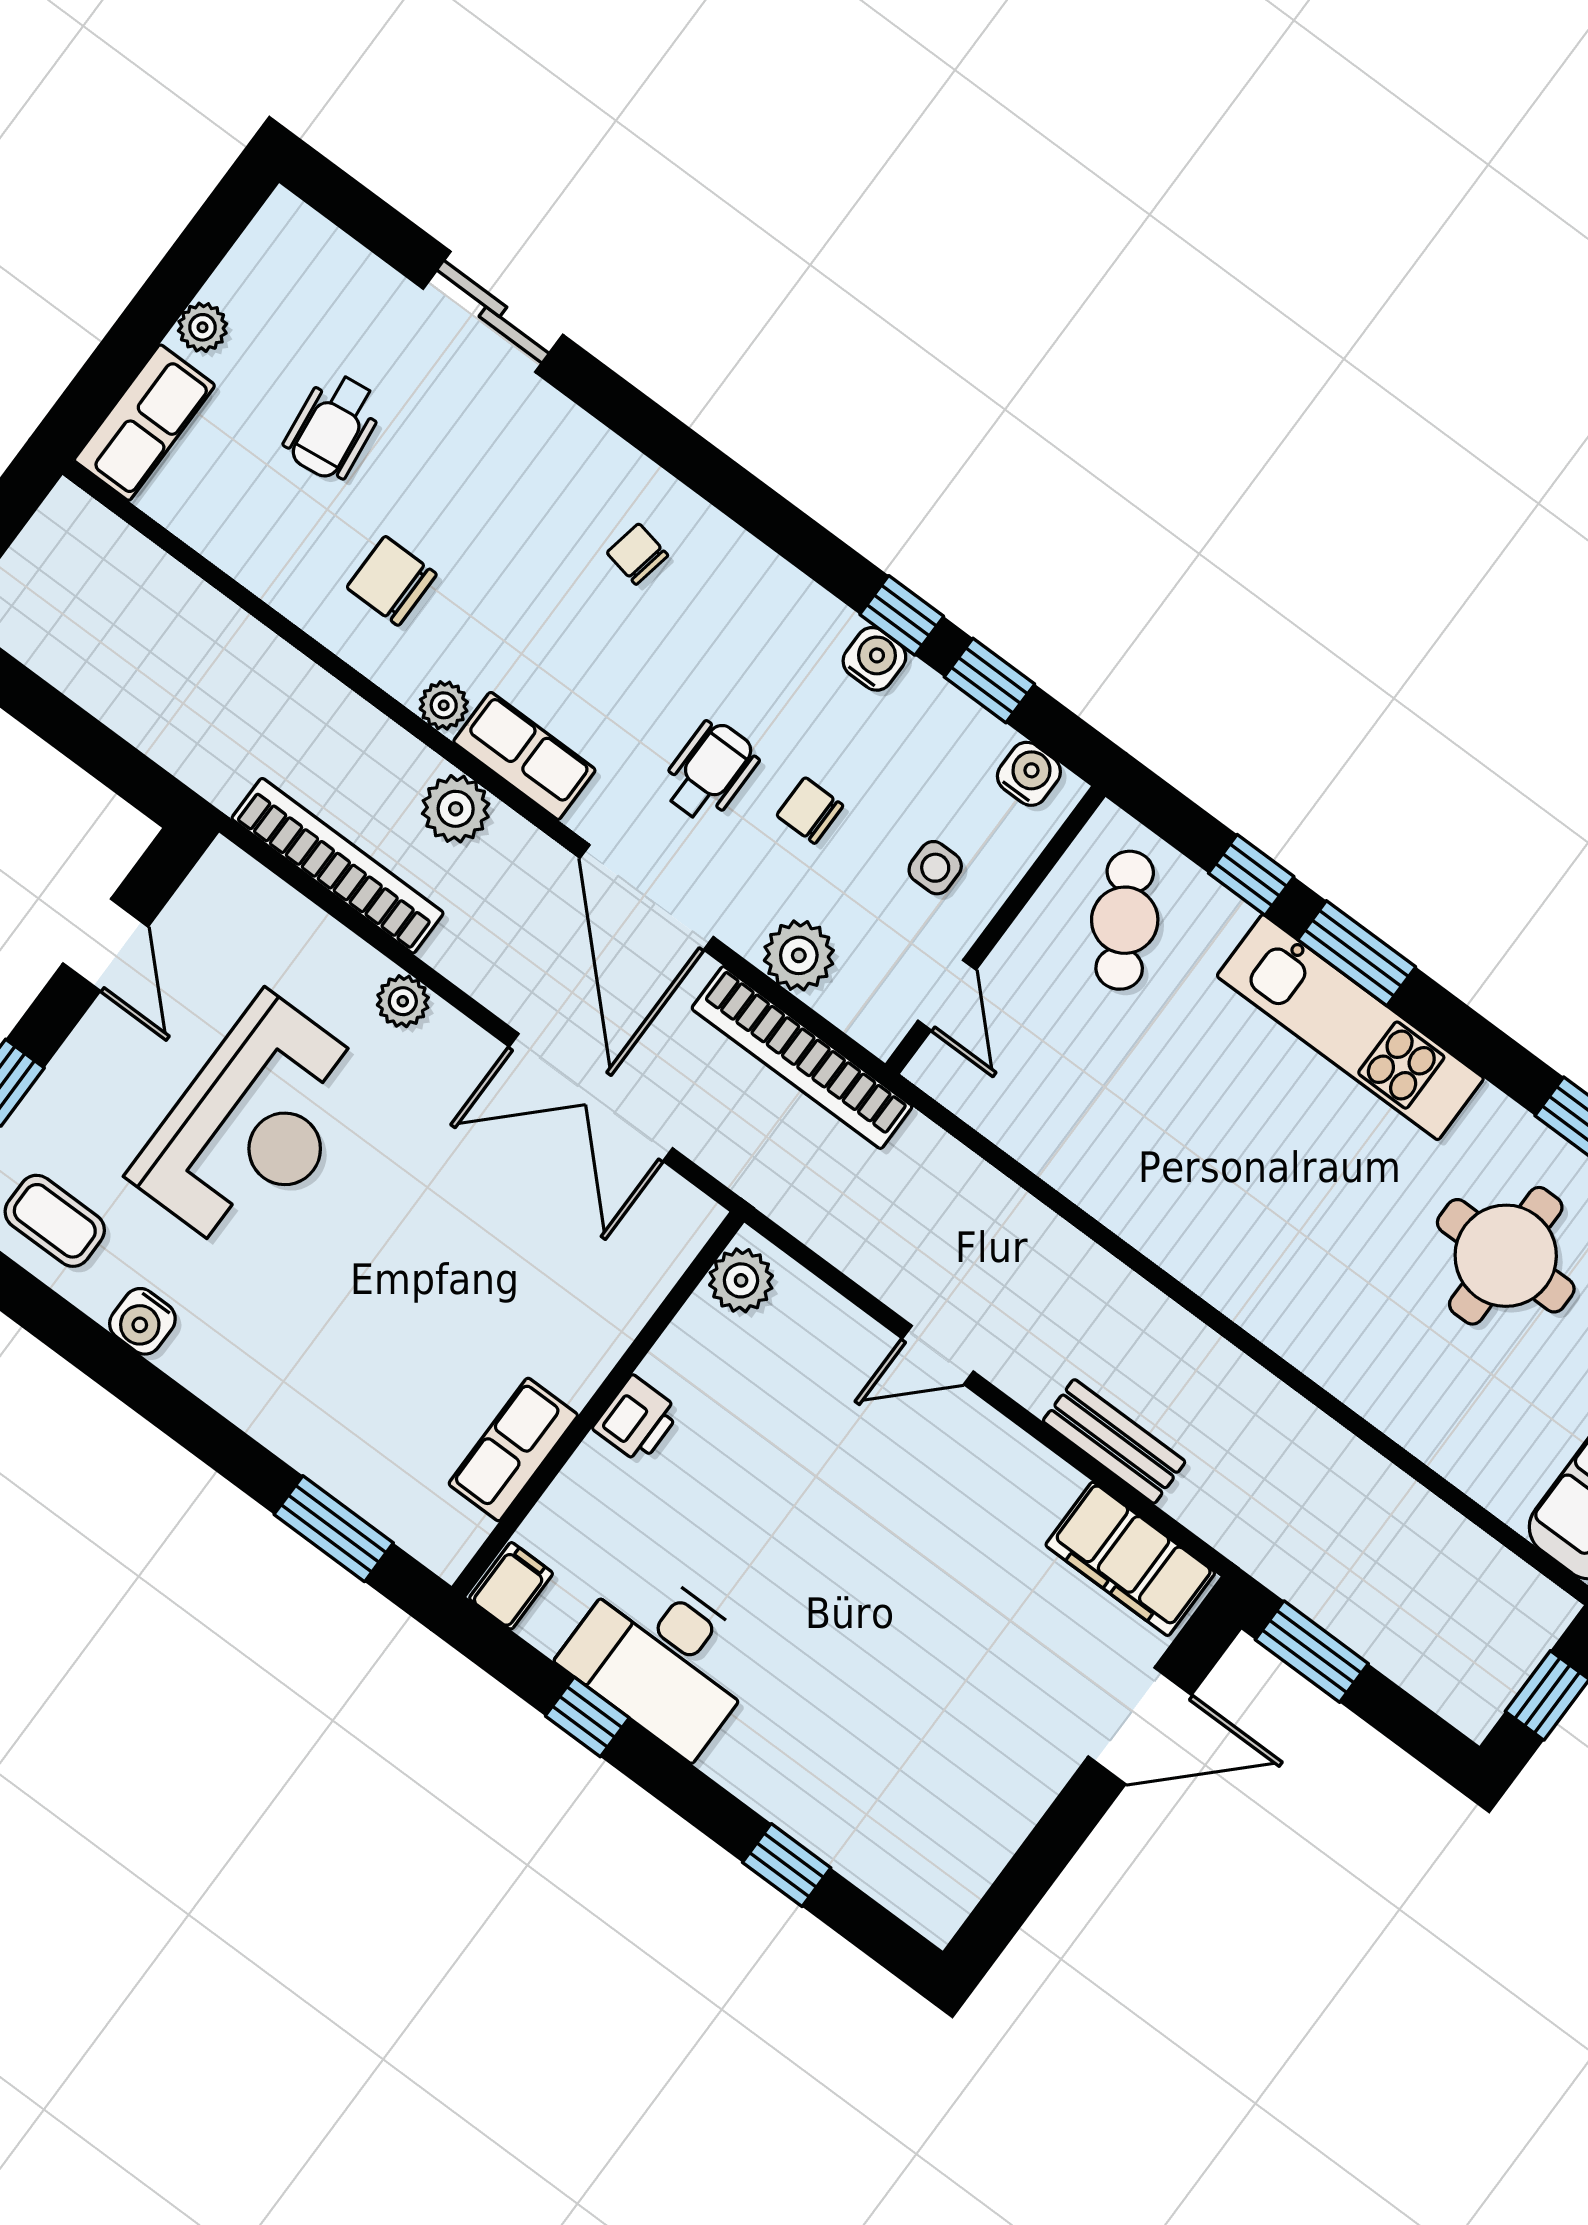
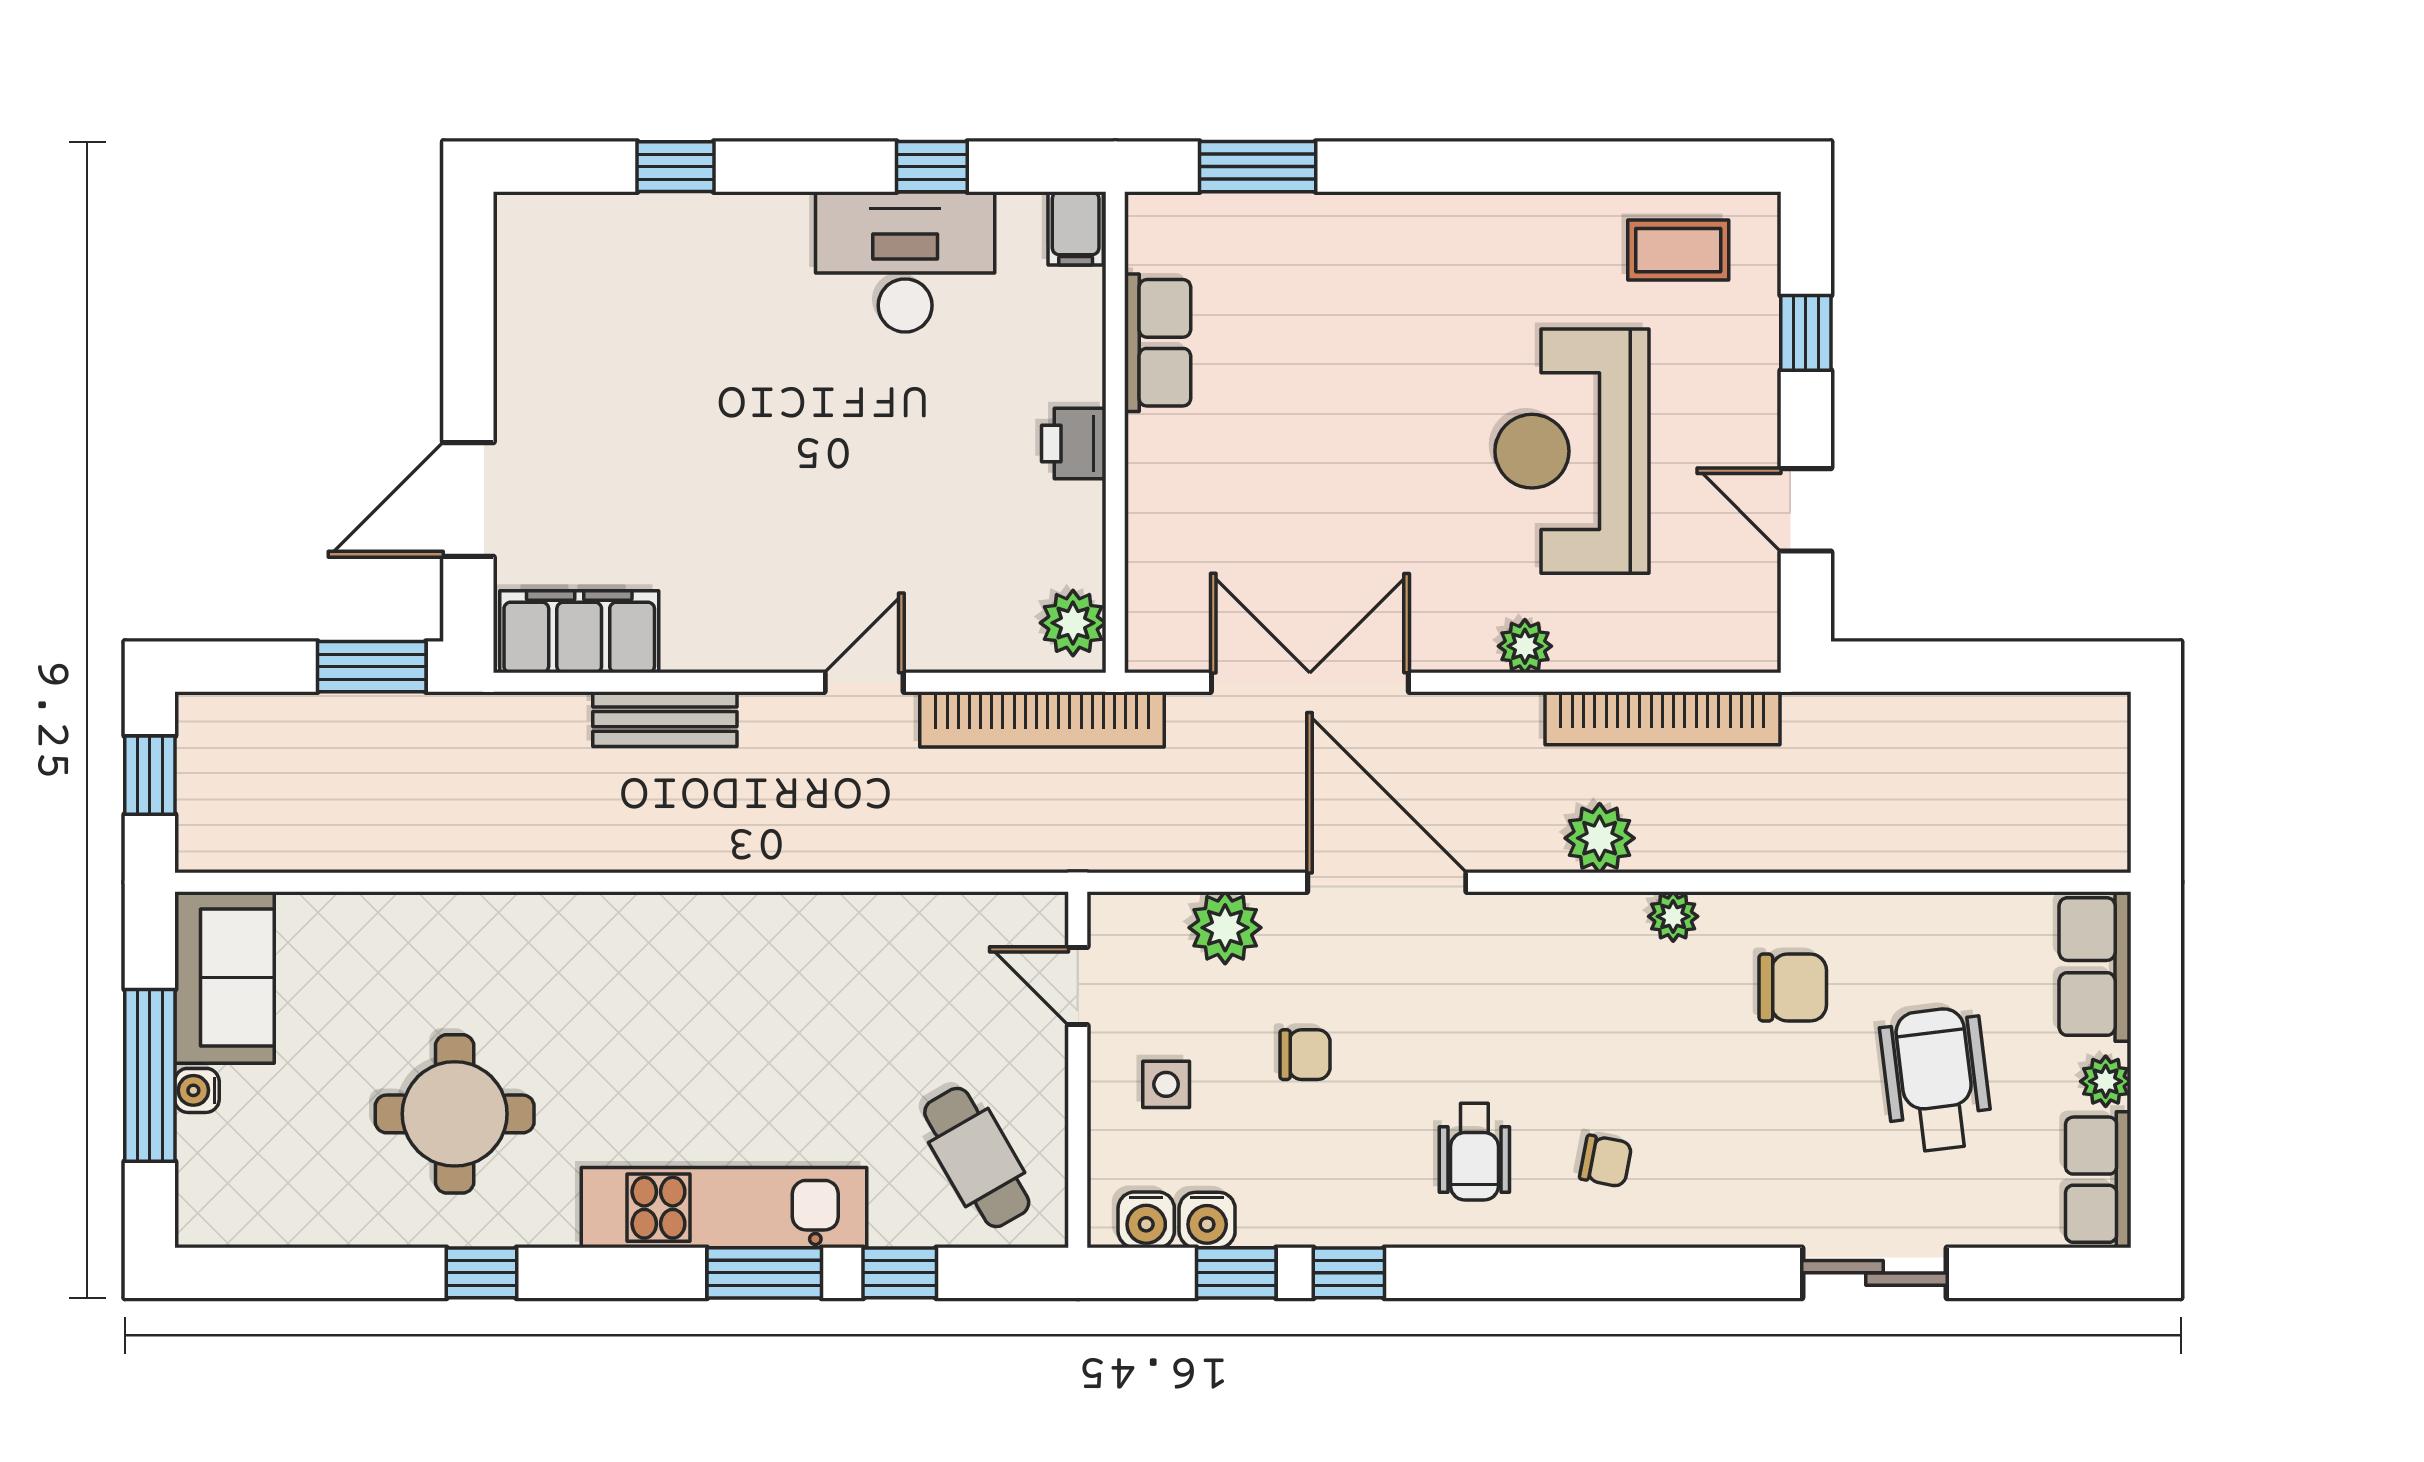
wheelchair: (333, 427) -> (1936, 1080), width x1.36, depth x1.37
water cooler: (874, 659) -> (1207, 1220), moved
row of seats: (524, 756) -> (2098, 1180), moved, turned 90
wheelchair: (710, 771) -> (1474, 1152), moved
bookcase: (802, 1058) -> (1042, 719), moved, turned 180
water cooler: (142, 1321) -> (1544, 221), removed

